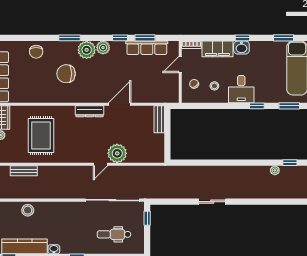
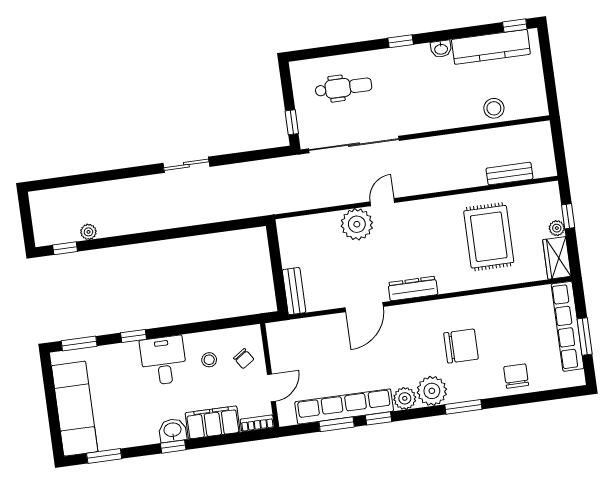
row of seats: (147, 48) -> (344, 406), width x1.36

